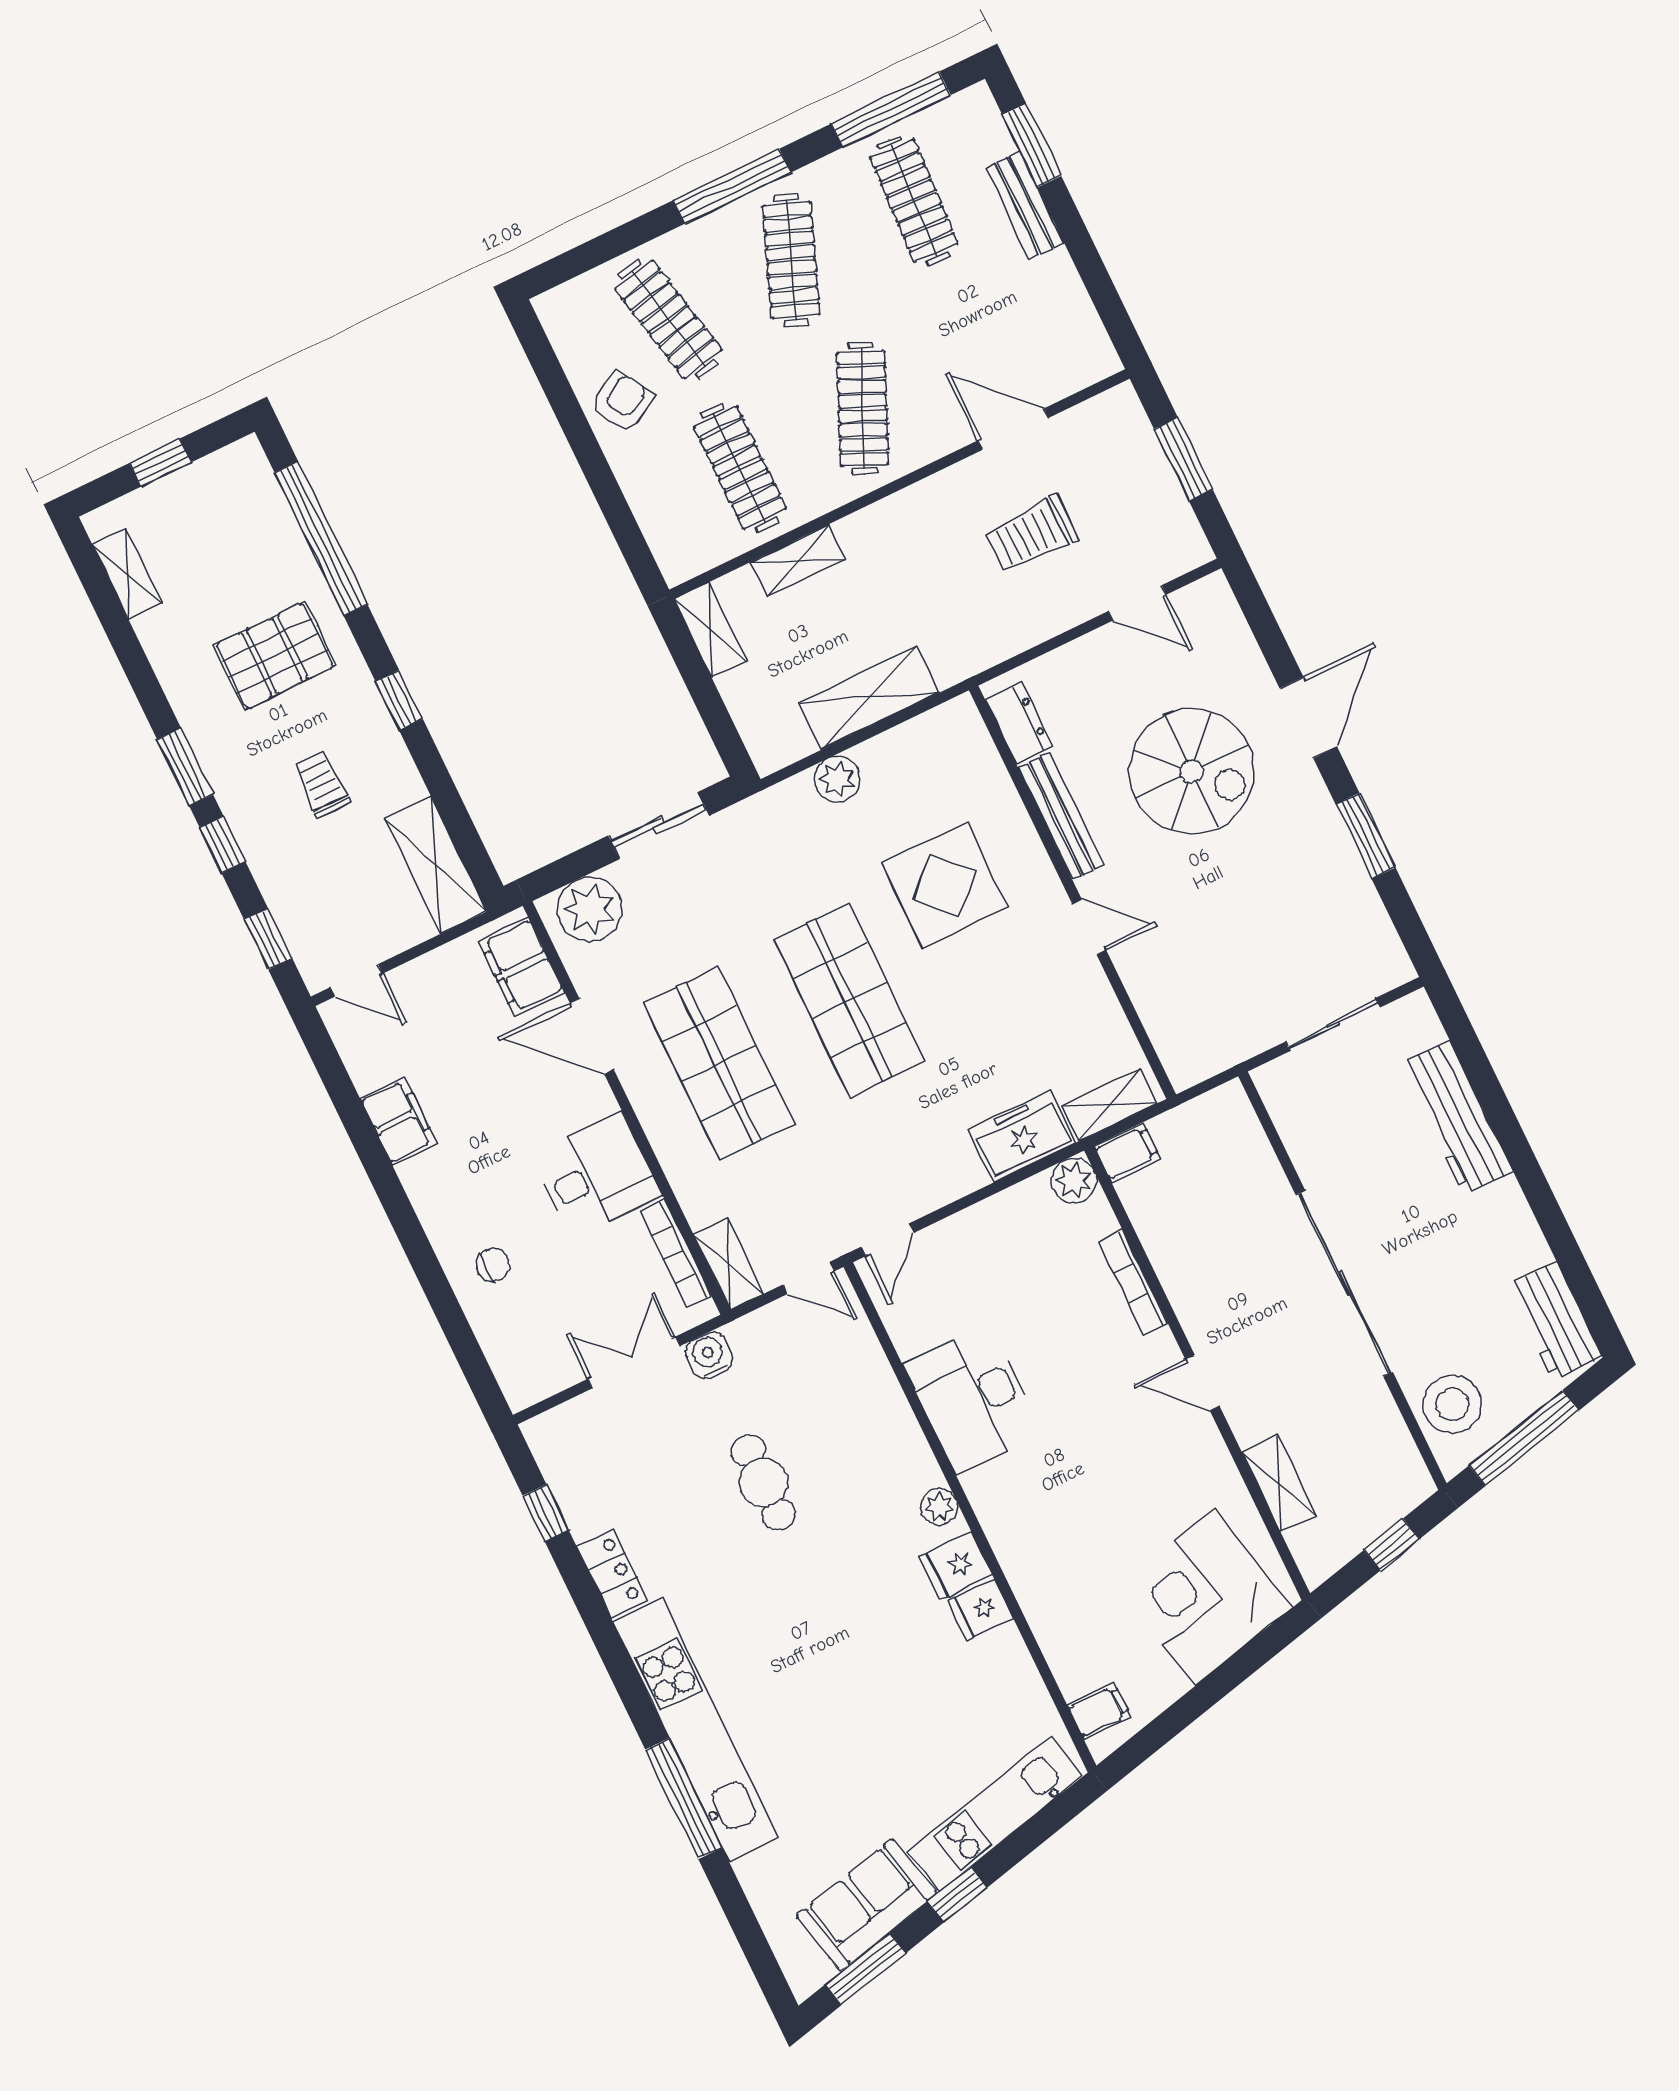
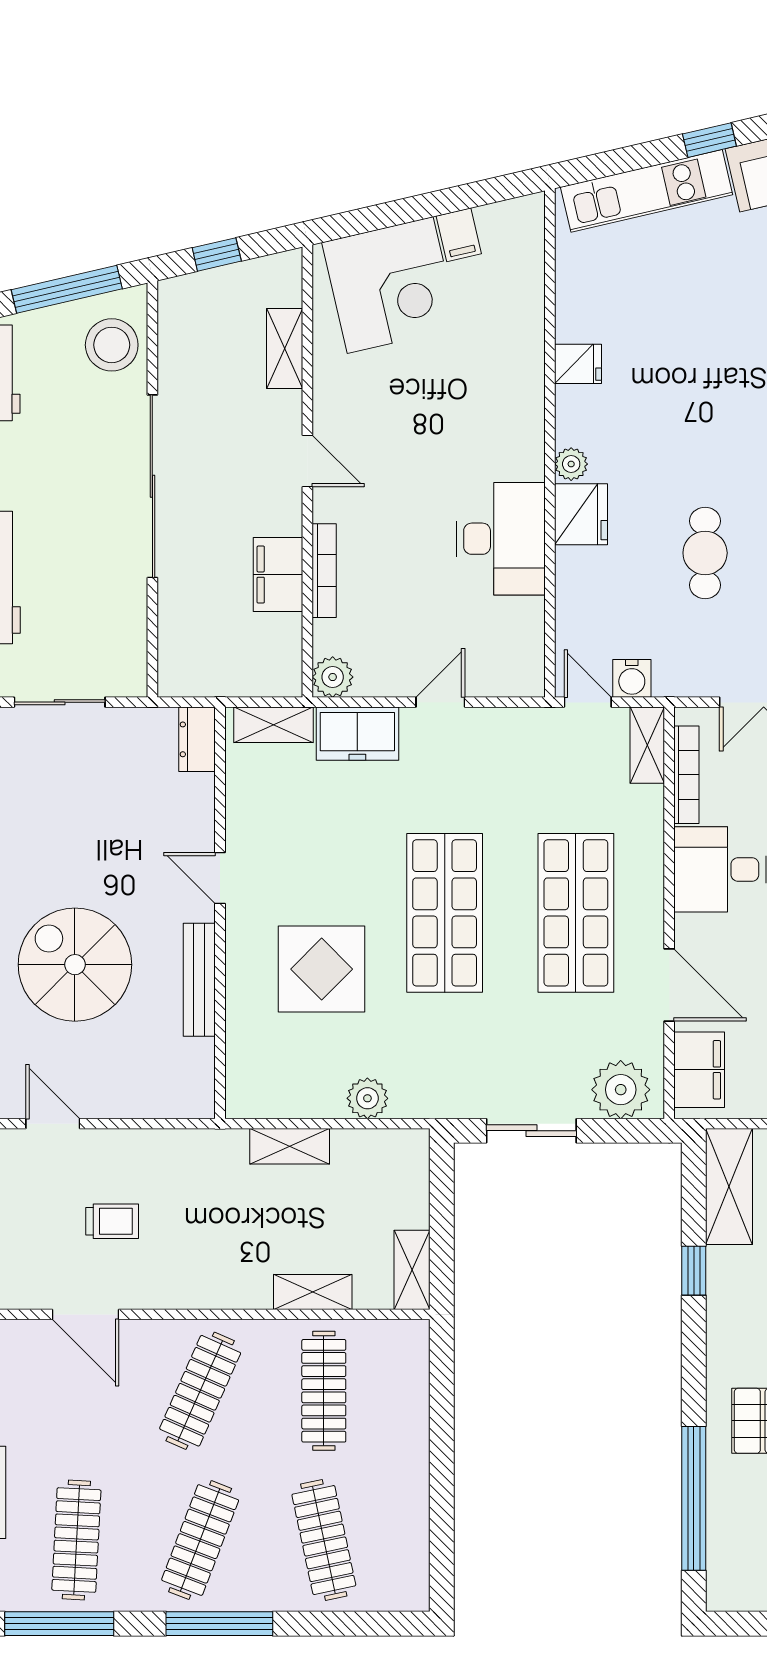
armchair: (622, 402) -> (394, 1491), removed
trolley: (1031, 534) -> (112, 1221), width x0.73, depth x0.72
shelving: (869, 698) -> (290, 1146), width x0.67, depth x0.75
window: (399, 700) -> (694, 1271), moved
dresser: (1019, 723) -> (197, 739), moved
filing cabinet: (1127, 1152) -> (278, 575), moved, width x2.00
door: (887, 1240) -> (440, 702), moved
water cooler: (709, 1355) -> (632, 678), moved
fridge: (956, 1566) -> (581, 514), moved, width x1.38
filing cabinet: (1099, 1711) -> (459, 235), moved, turned -103

